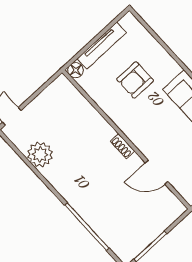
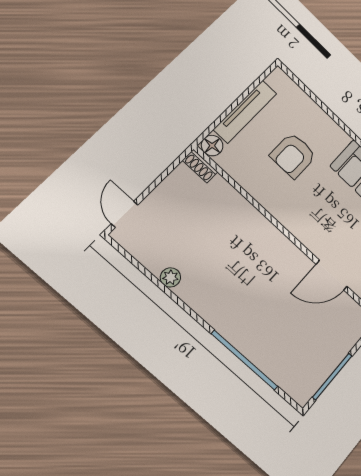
shoe rack: (123, 146) -> (200, 166), moved
plant: (40, 154) -> (170, 277), width x0.53, depth x0.53

